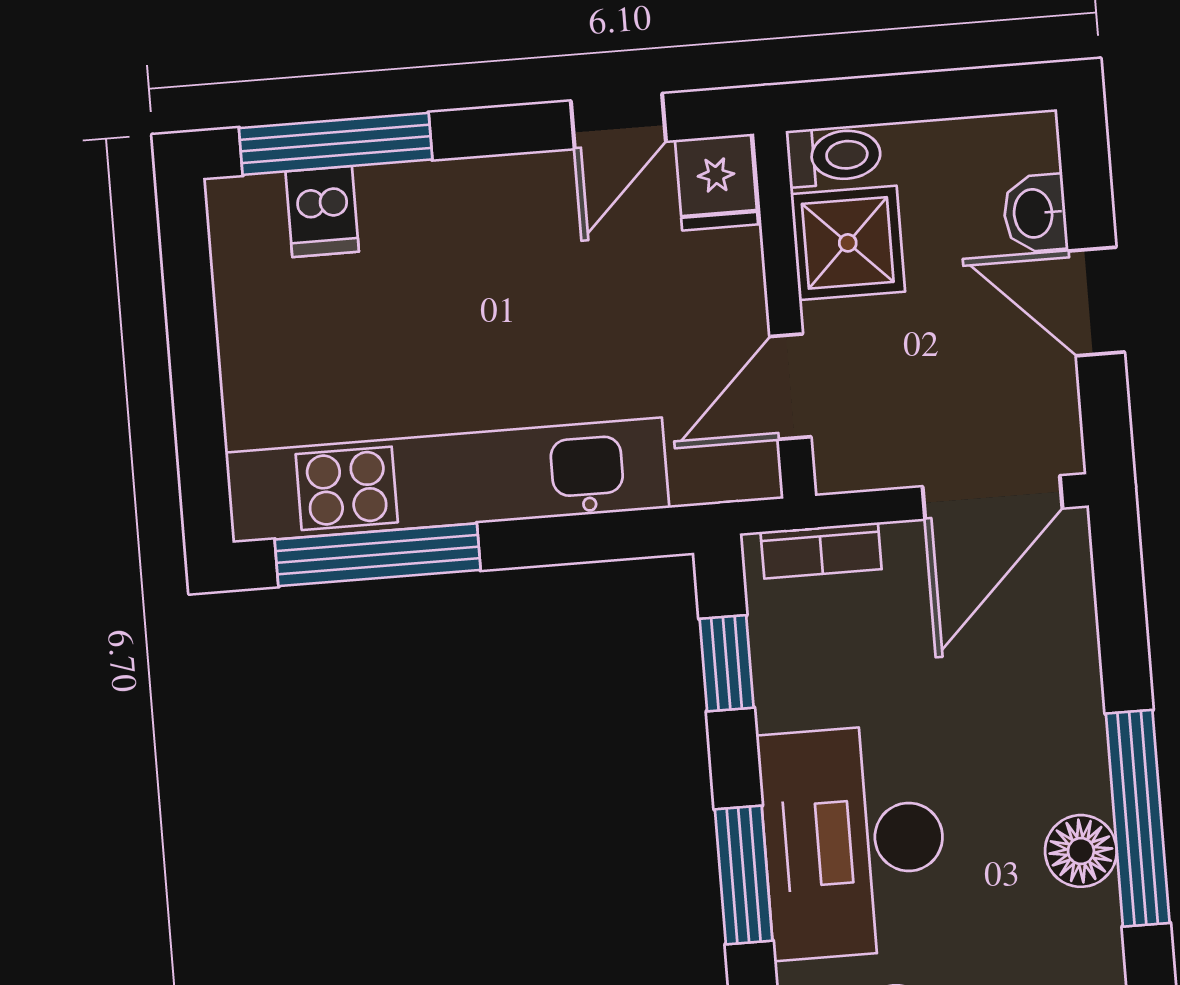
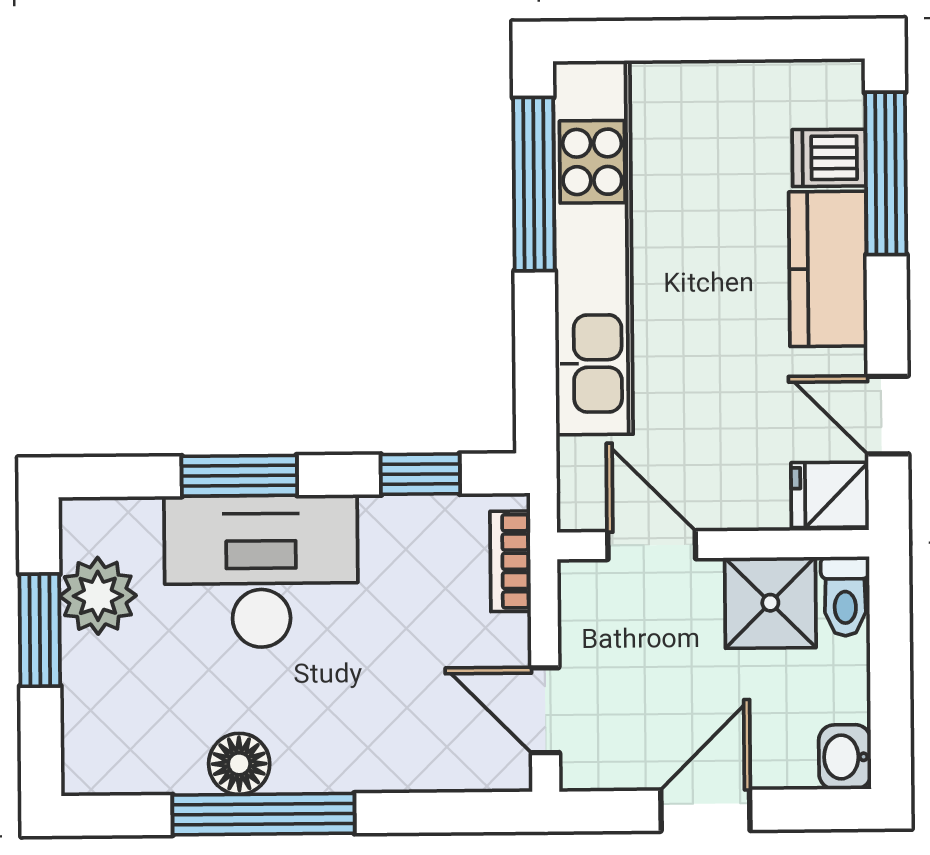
kitchen counter: (452, 203) -> (828, 269), added
washbasin: (1035, 213) -> (845, 757), moved, turned -90
door: (993, 497) -> (545, 710), width x0.73

